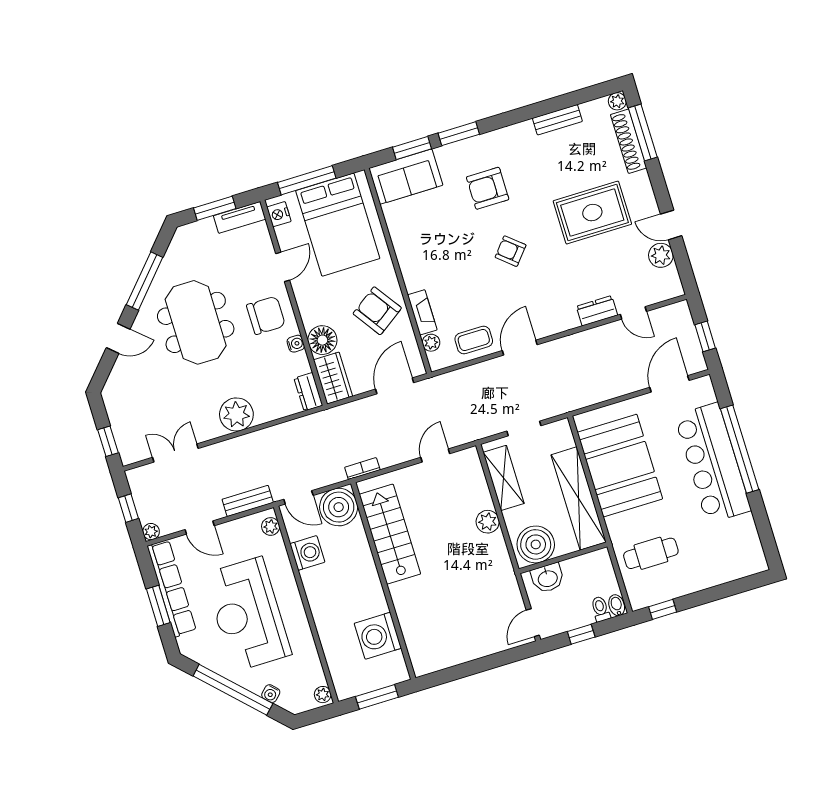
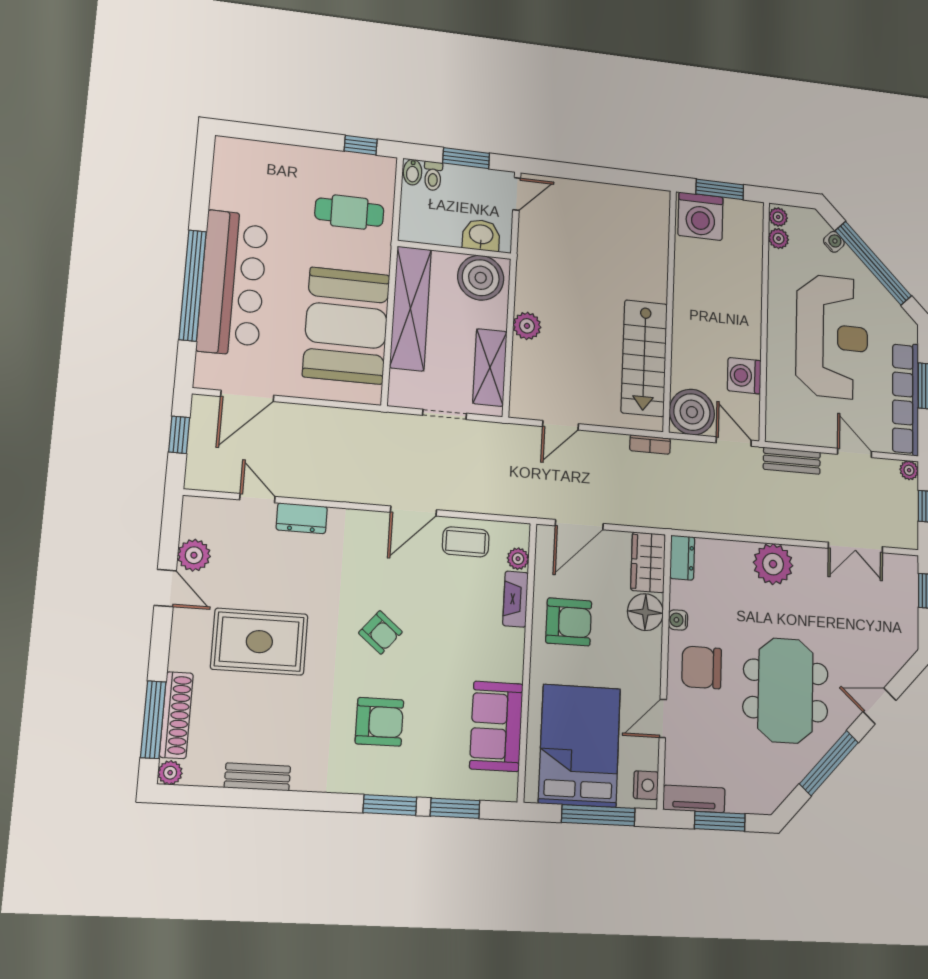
sofa: (406, 177) -> (496, 726), moved, turned -90
armchair: (377, 311) -> (569, 622), turned -55
plant: (271, 526) -> (779, 239), moved
window: (581, 634) -> (466, 158), width x1.50
washing machine: (378, 636) -> (700, 216), moved, turned 90

